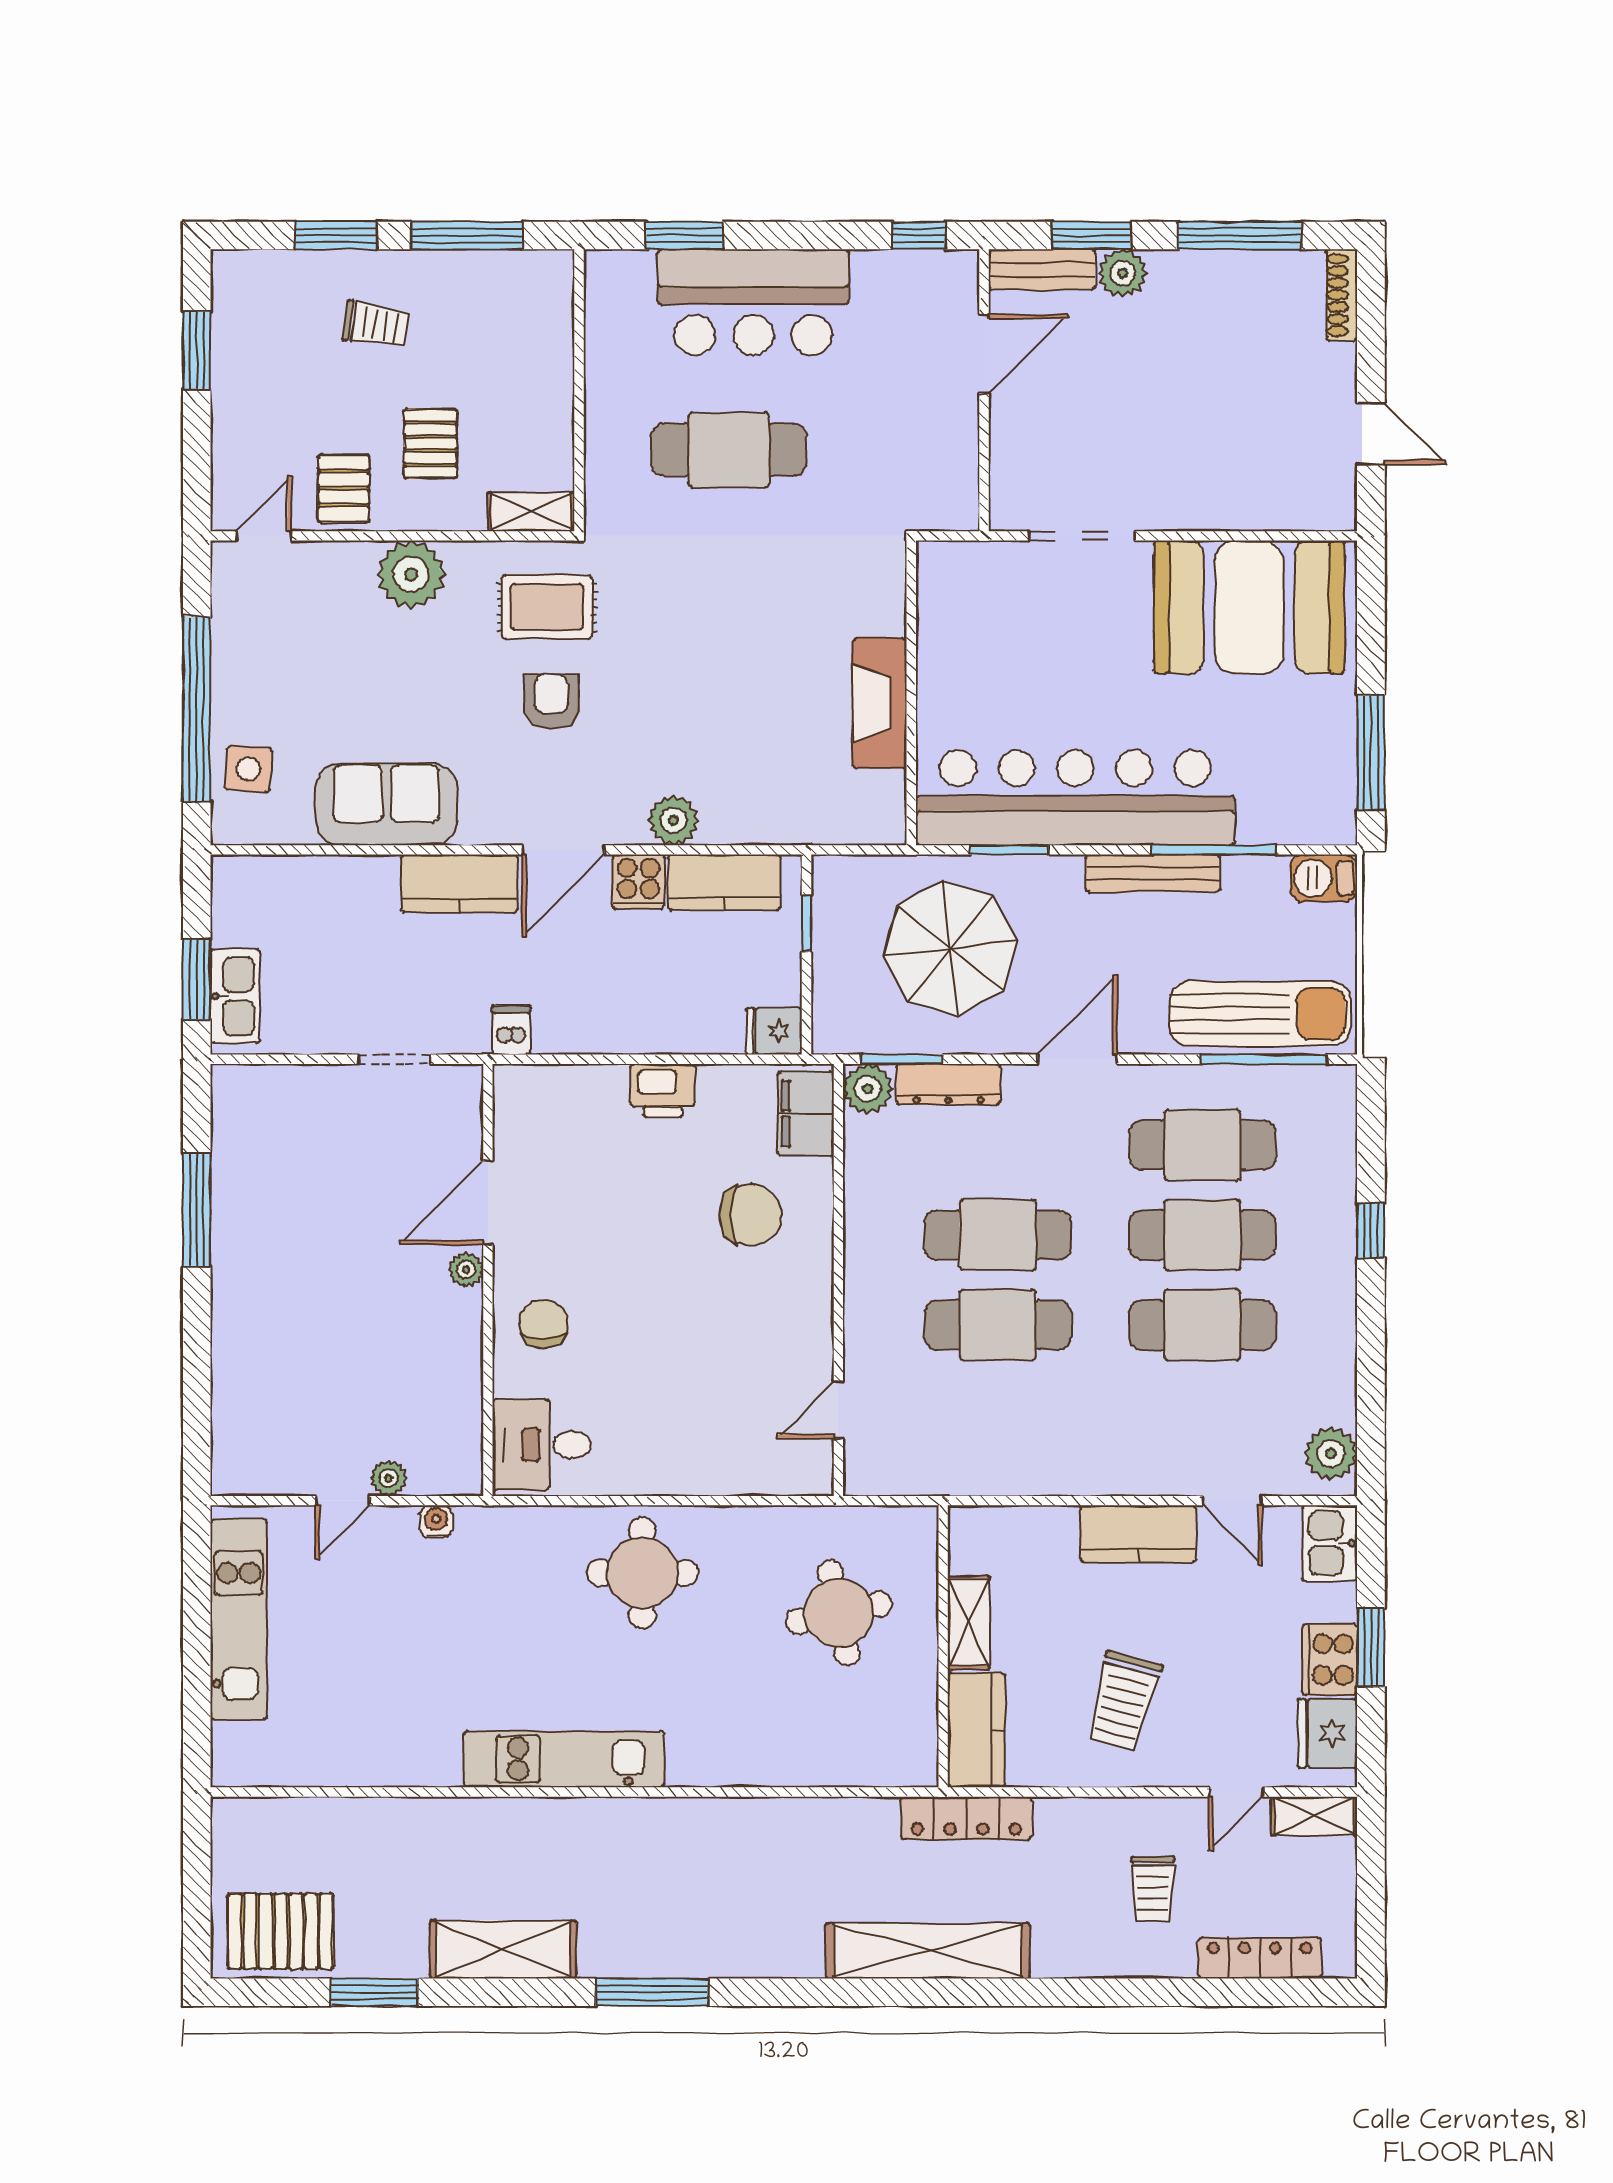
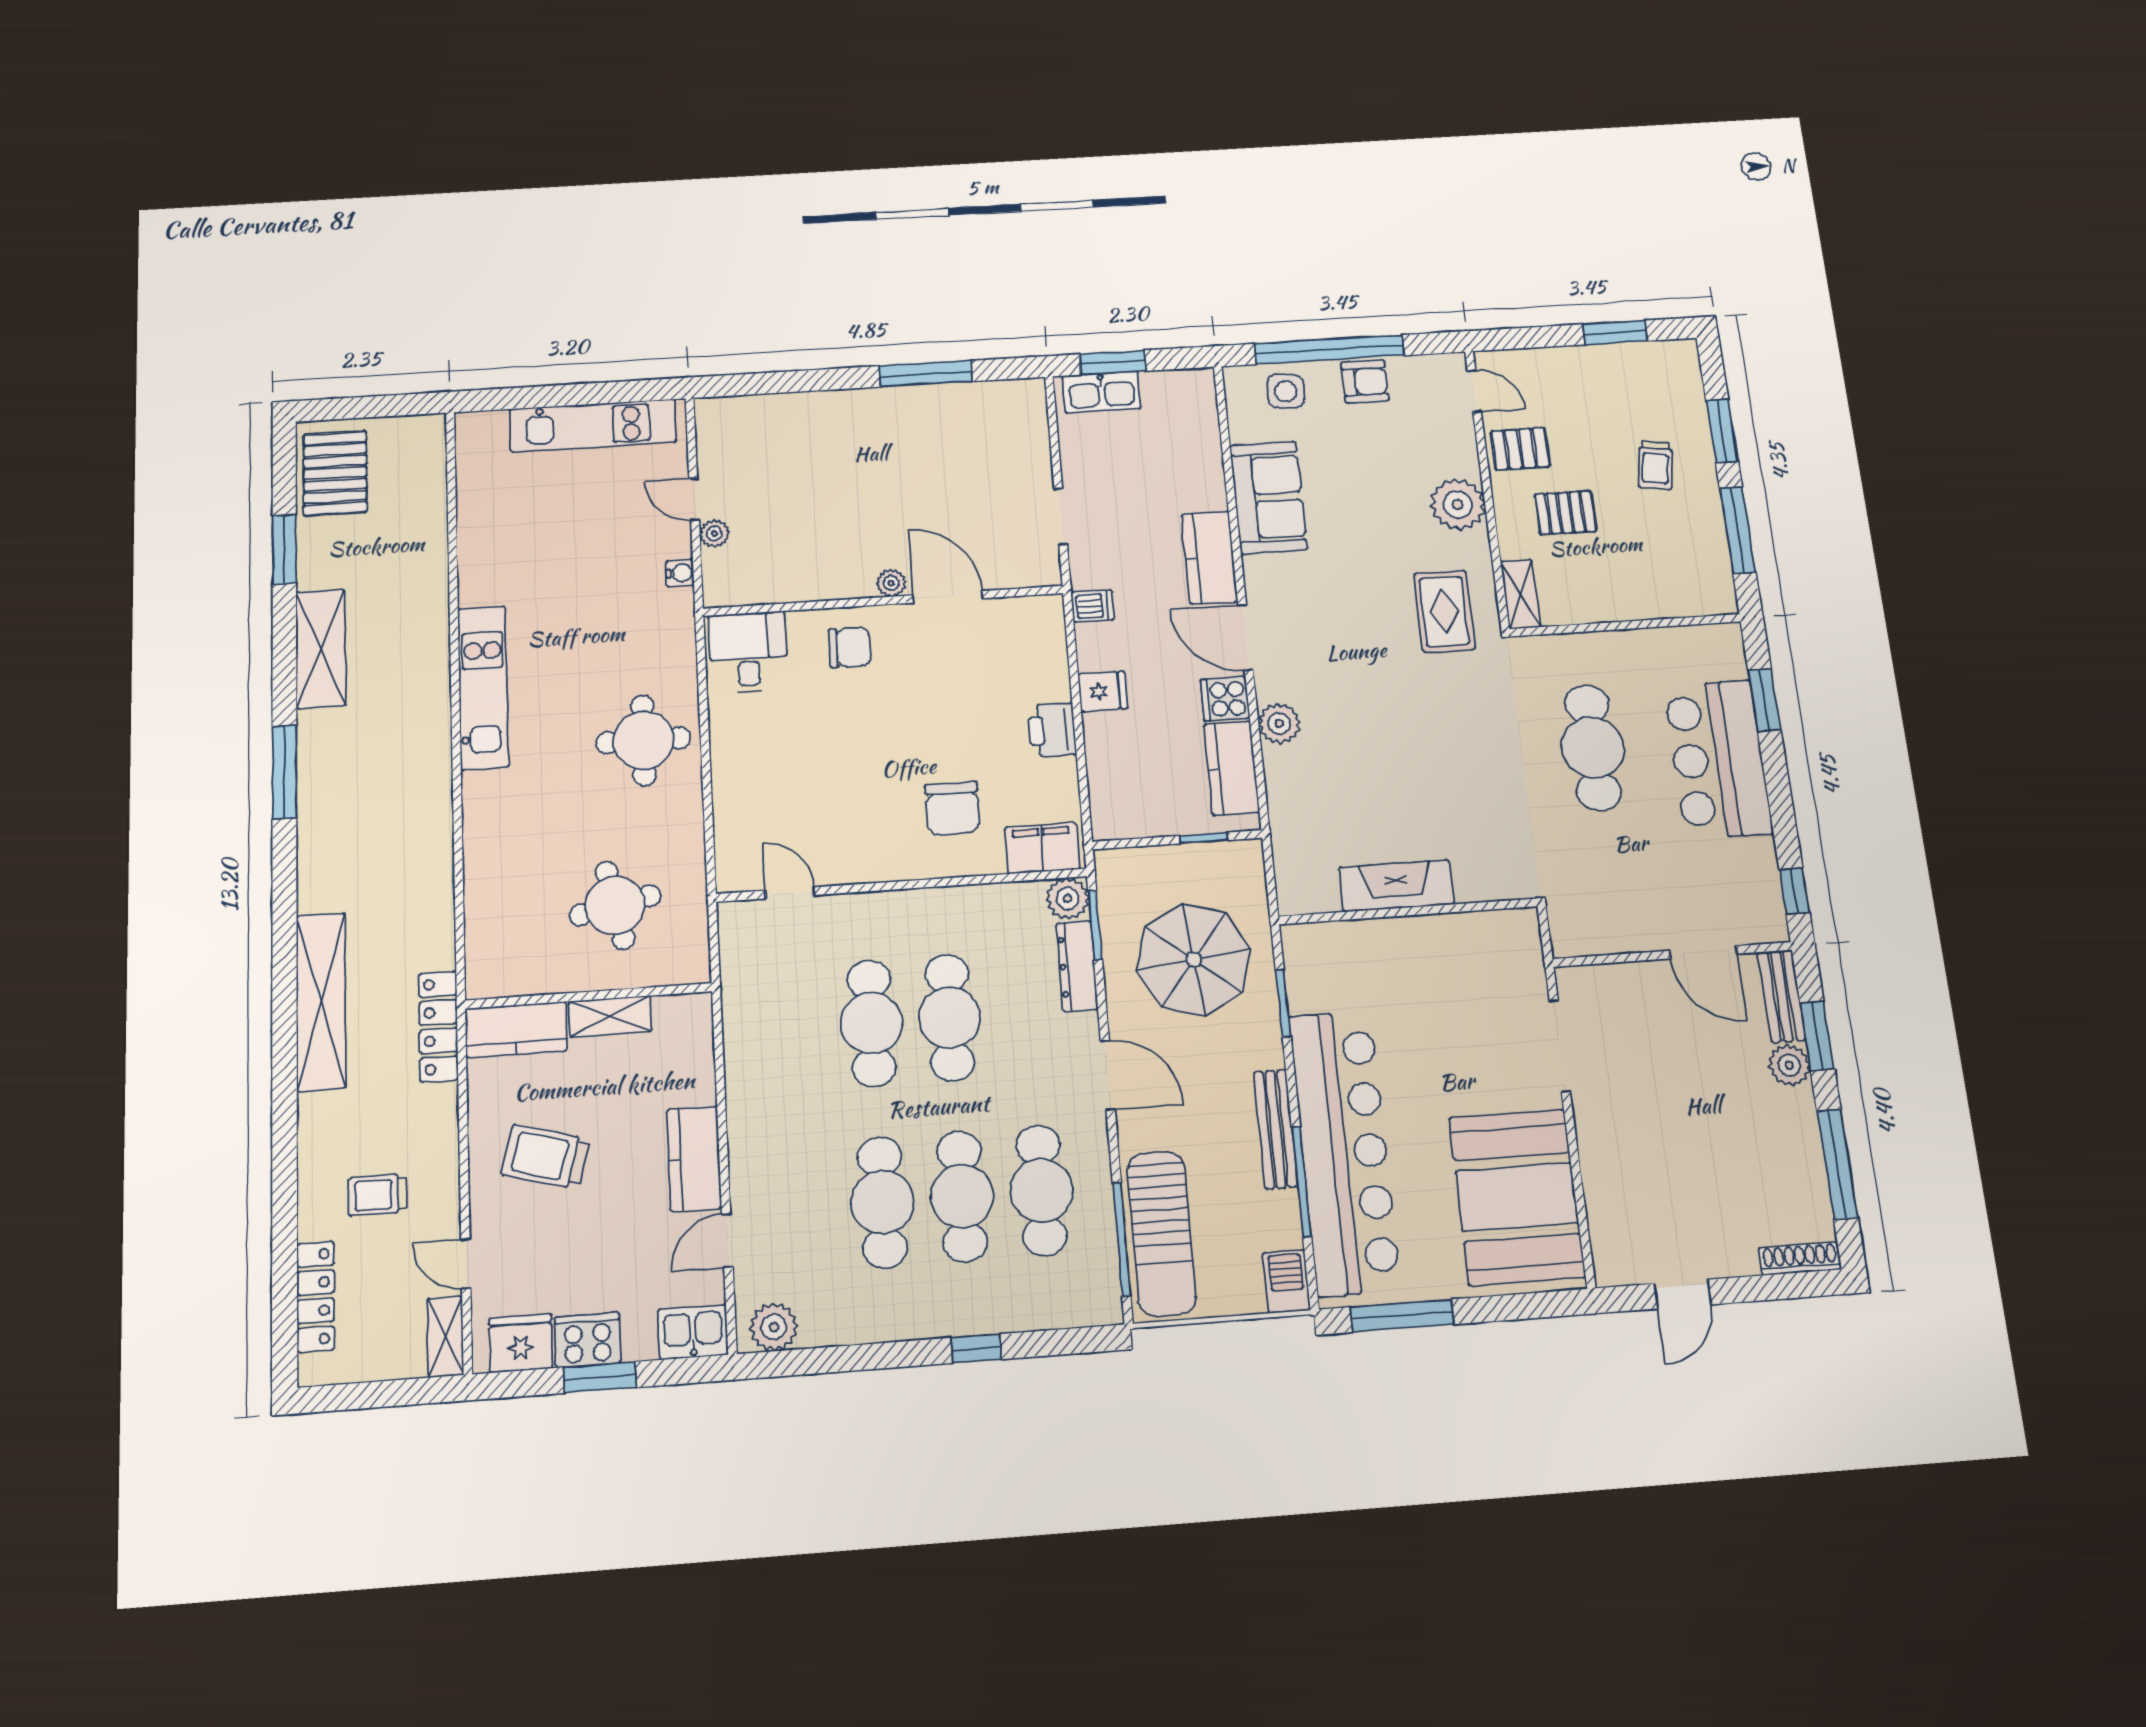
armchair: (551, 701) -> (1365, 382), moved
bar counter: (1075, 798) -> (1344, 1152), moved
fridge: (774, 1031) -> (1103, 691), moved, turned 90

